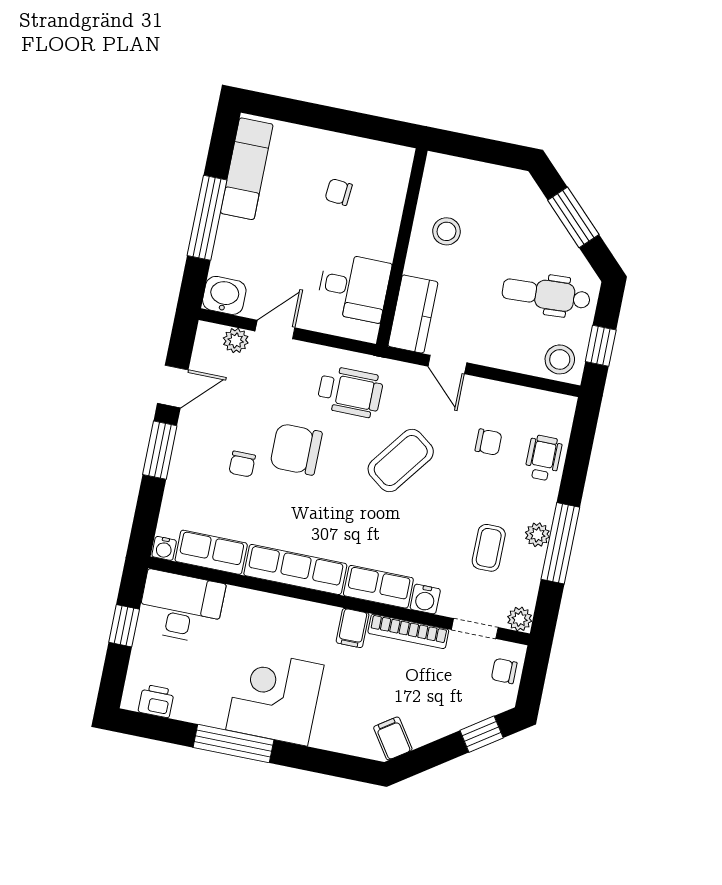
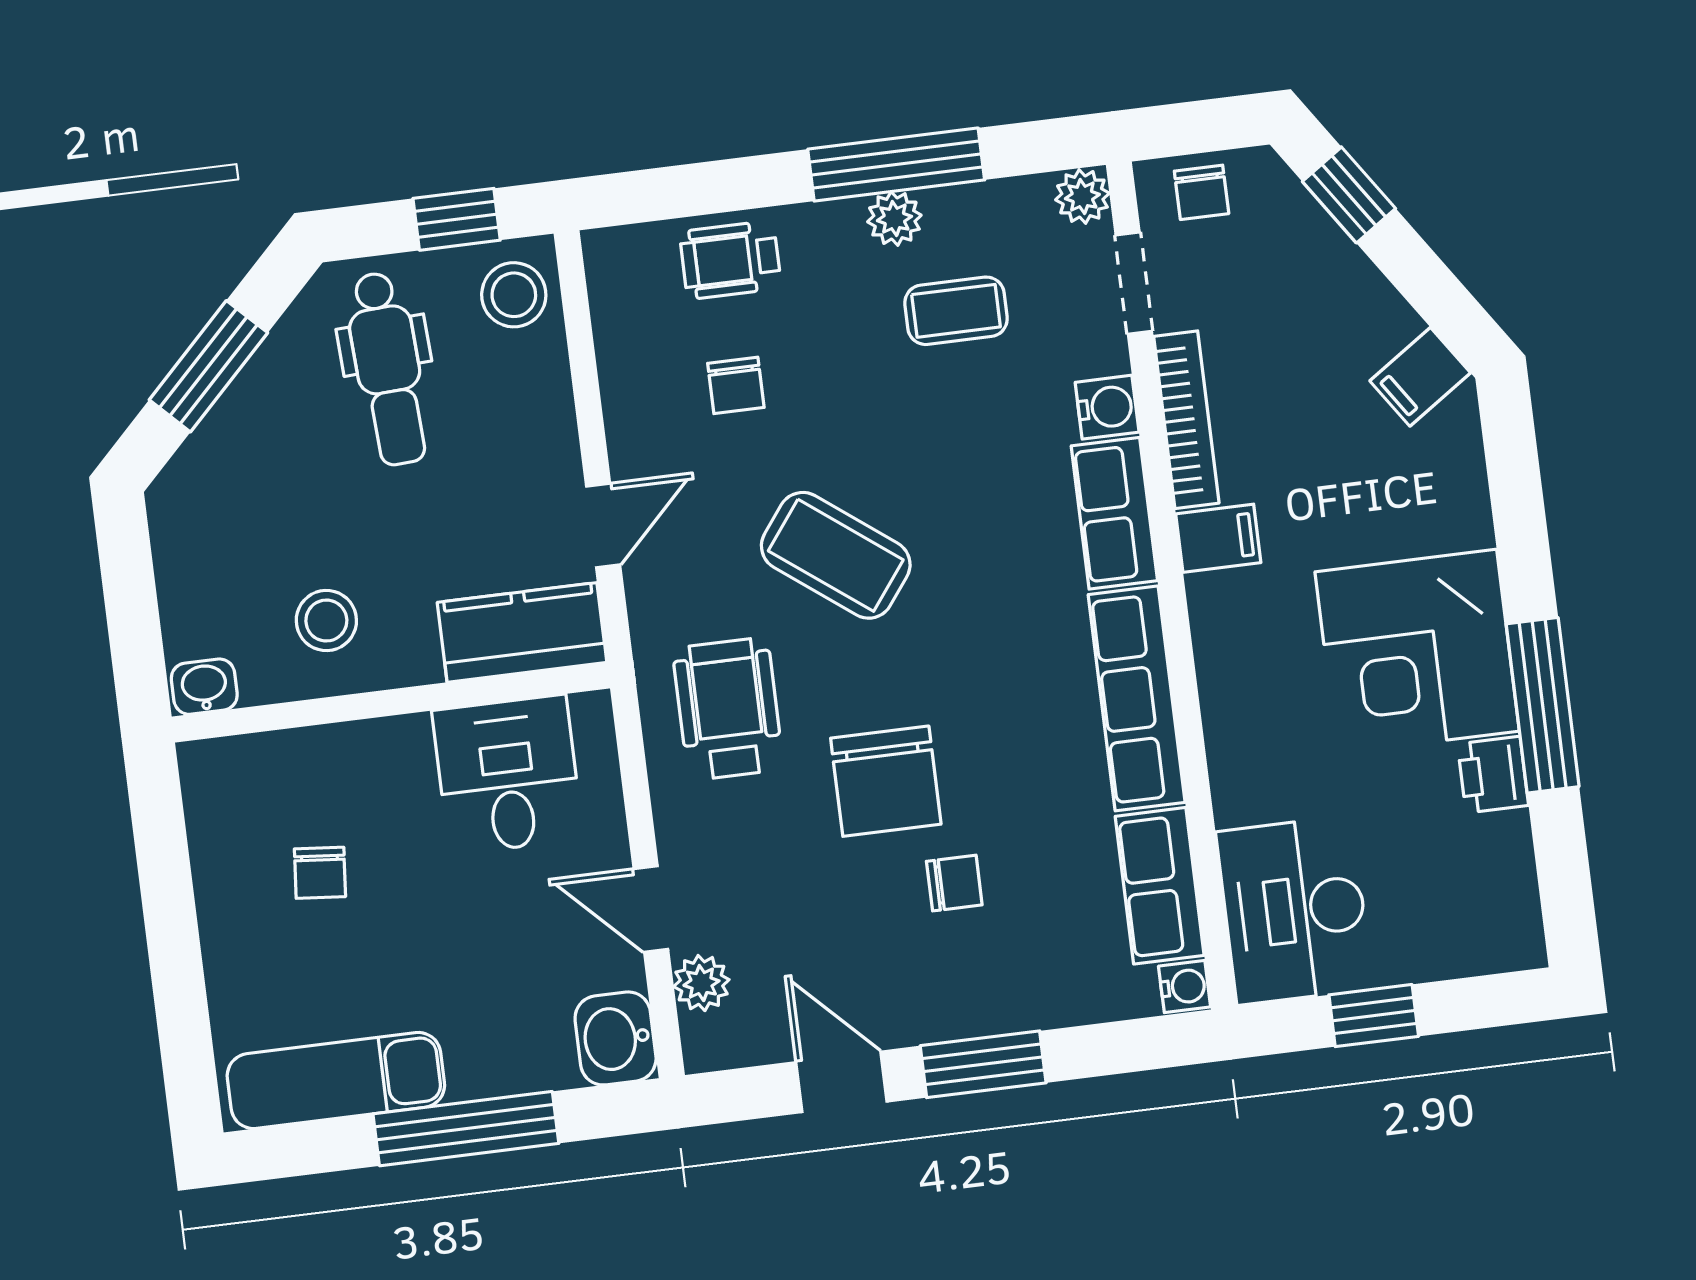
washbasin: (436, 169) -> (204, 687), added
chair: (488, 442) -> (736, 385), turned 180
printer: (156, 701) -> (1493, 775), moved

